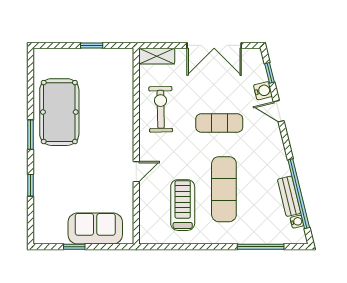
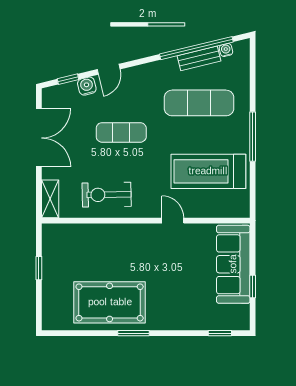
exercise mat: (219, 123) -> (121, 132), turned 90
window: (30, 185) -> (220, 333), moved
exercise mat: (224, 189) -> (199, 103), moved
treadmill: (183, 205) -> (208, 171), width x1.37, depth x1.37
sofa: (95, 228) -> (233, 264), width x1.36
window: (261, 247) -> (253, 137), moved

